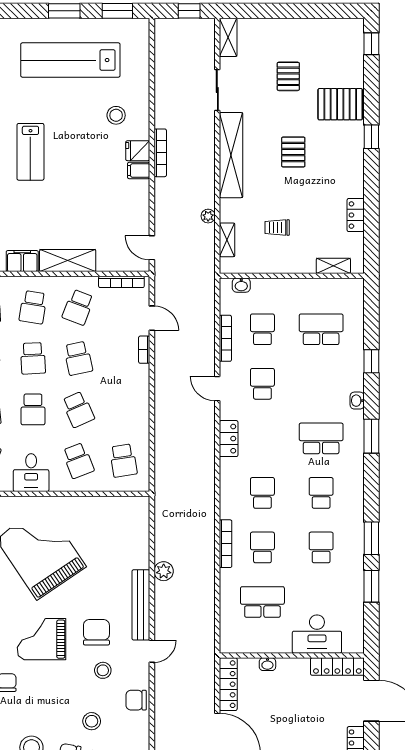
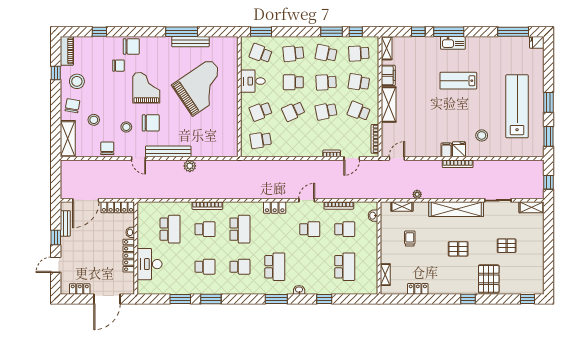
school desk: (262, 493) -> (240, 229), width x1.85
locker: (337, 667) -> (129, 256), moved

